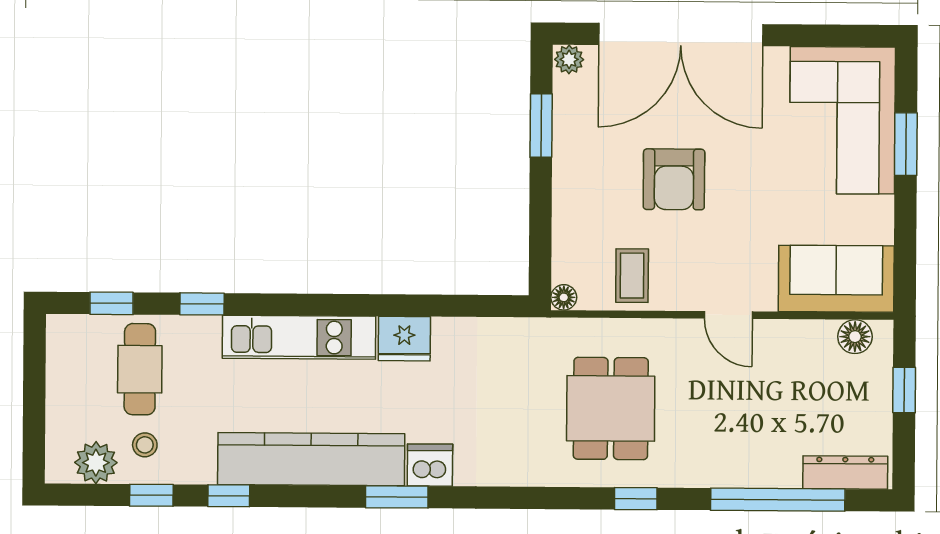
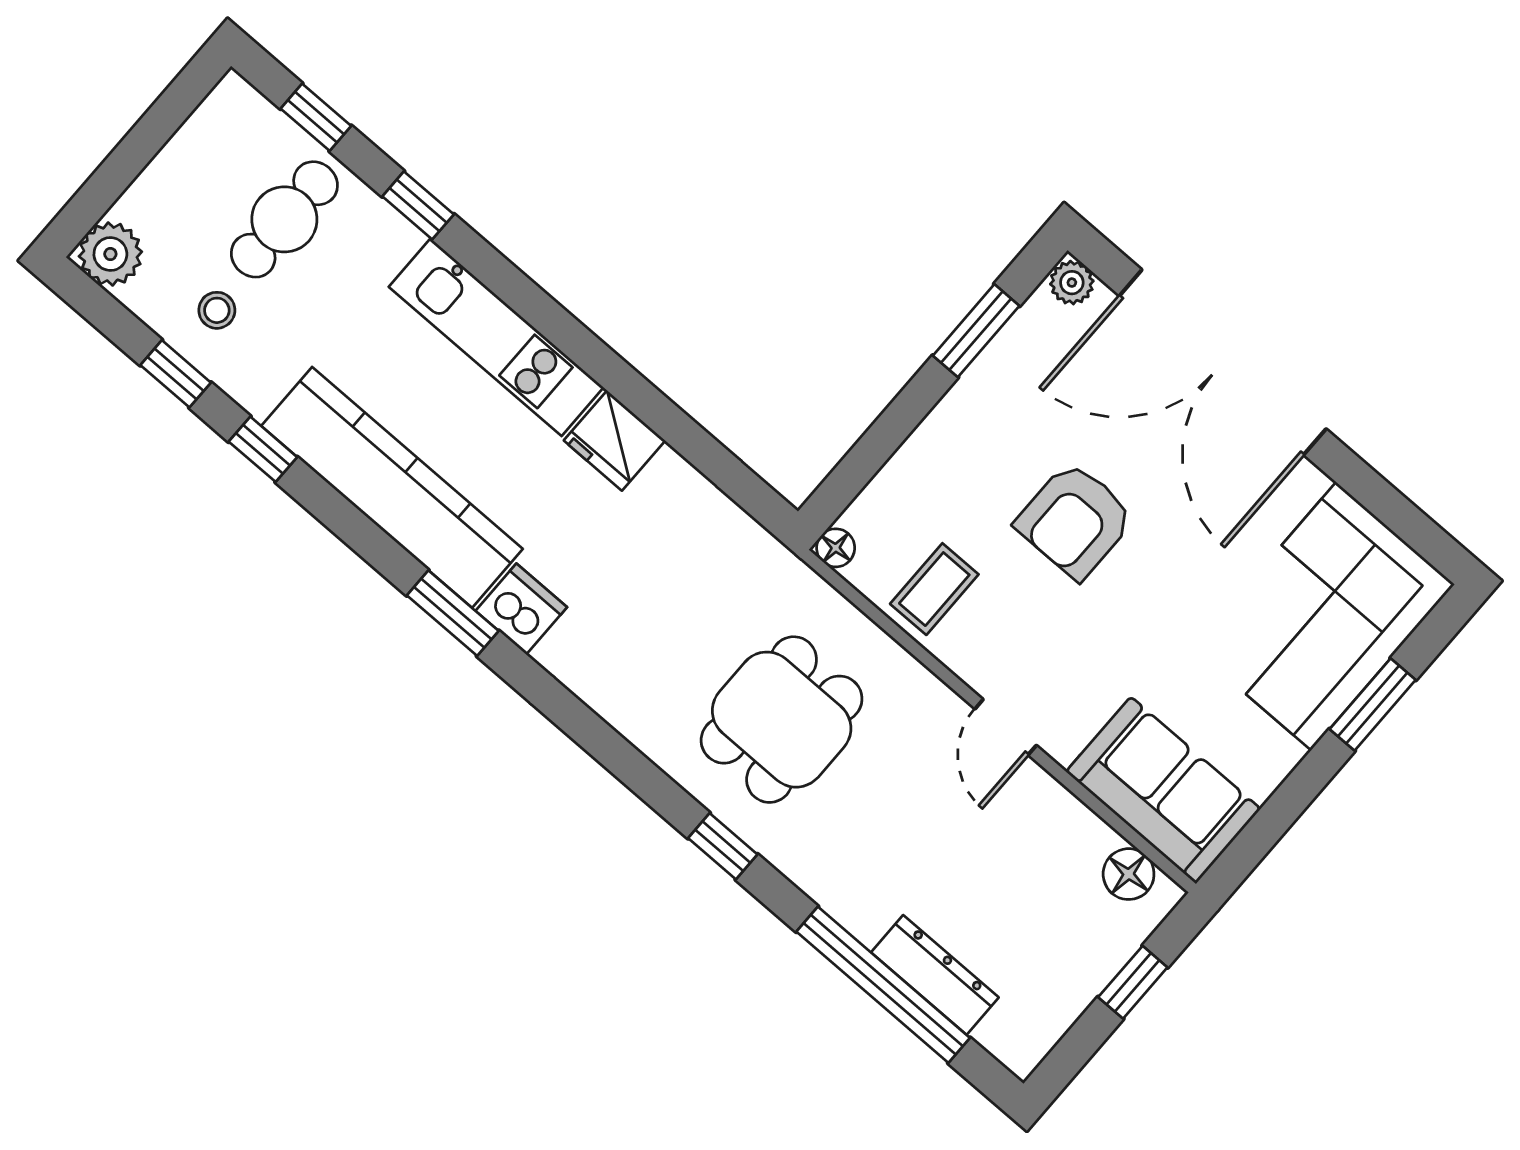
plant: (96, 463) -> (110, 254), moved
dresser: (845, 472) -> (935, 975), moved

